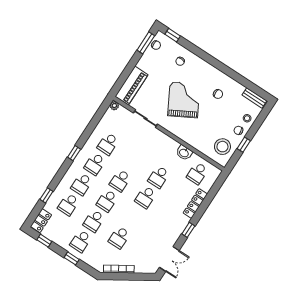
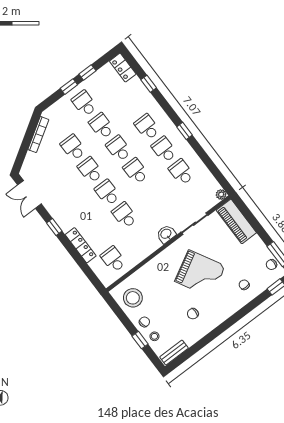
window: (244, 145) -> (140, 340), moved
washbasin: (184, 153) -> (166, 234), moved
school desk: (68, 204) -> (90, 170), moved
window: (44, 241) -> (87, 72), moved

